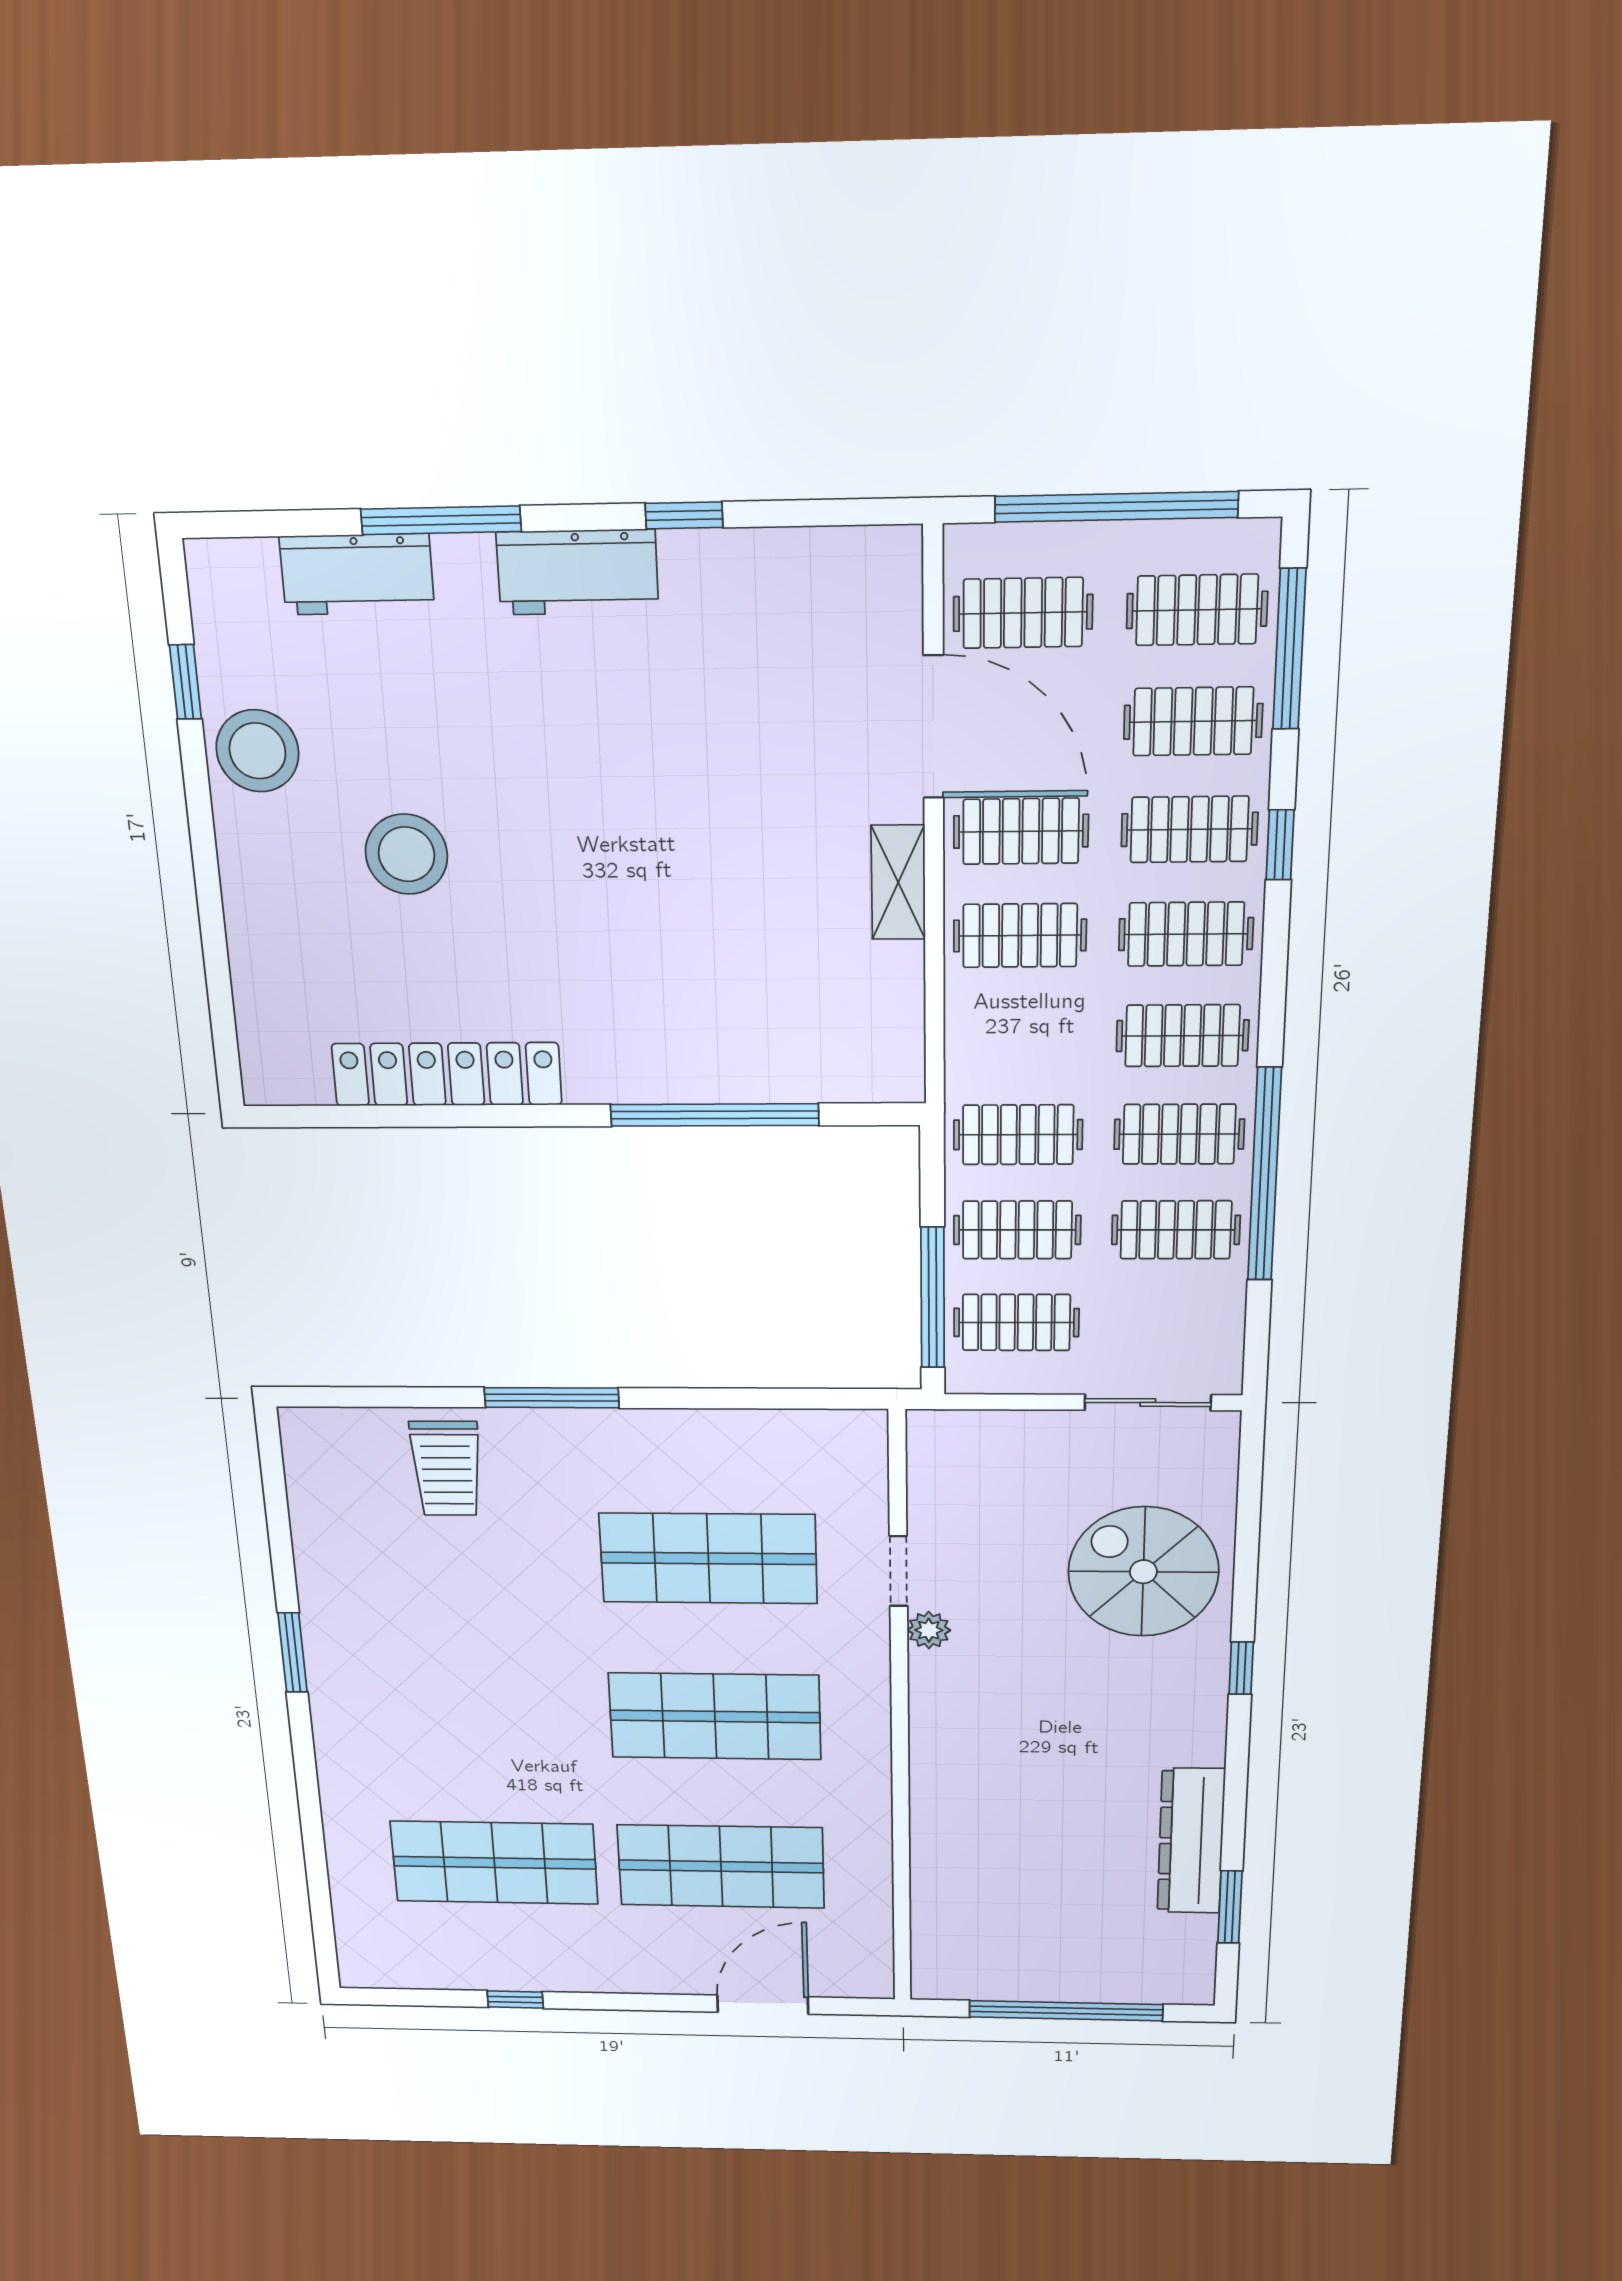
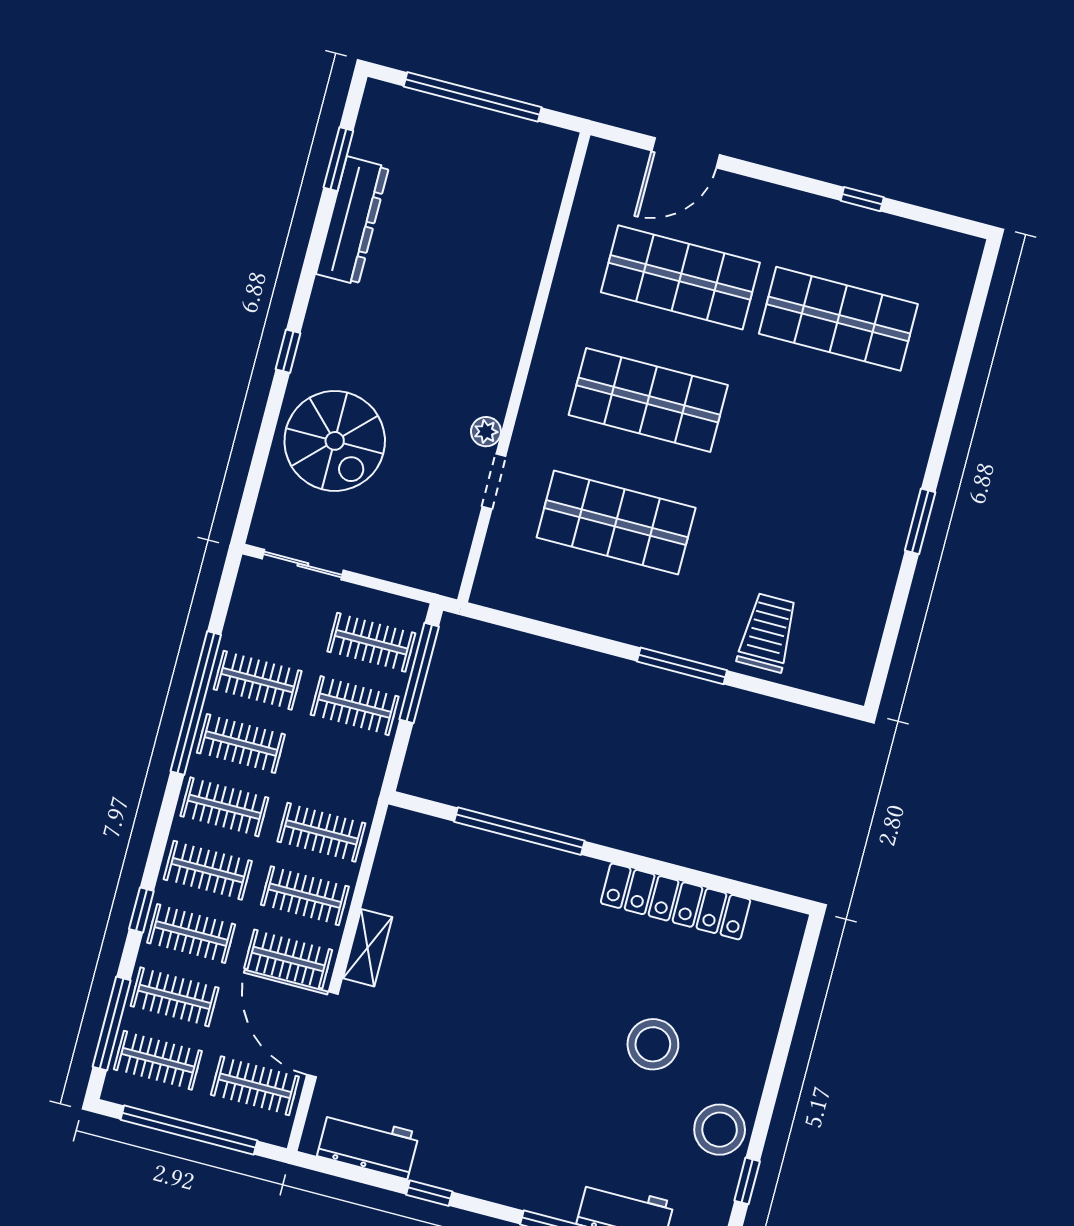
workbench: (577, 572) -> (368, 1145), moved
clothes rail: (1018, 1135) -> (321, 832), moved

